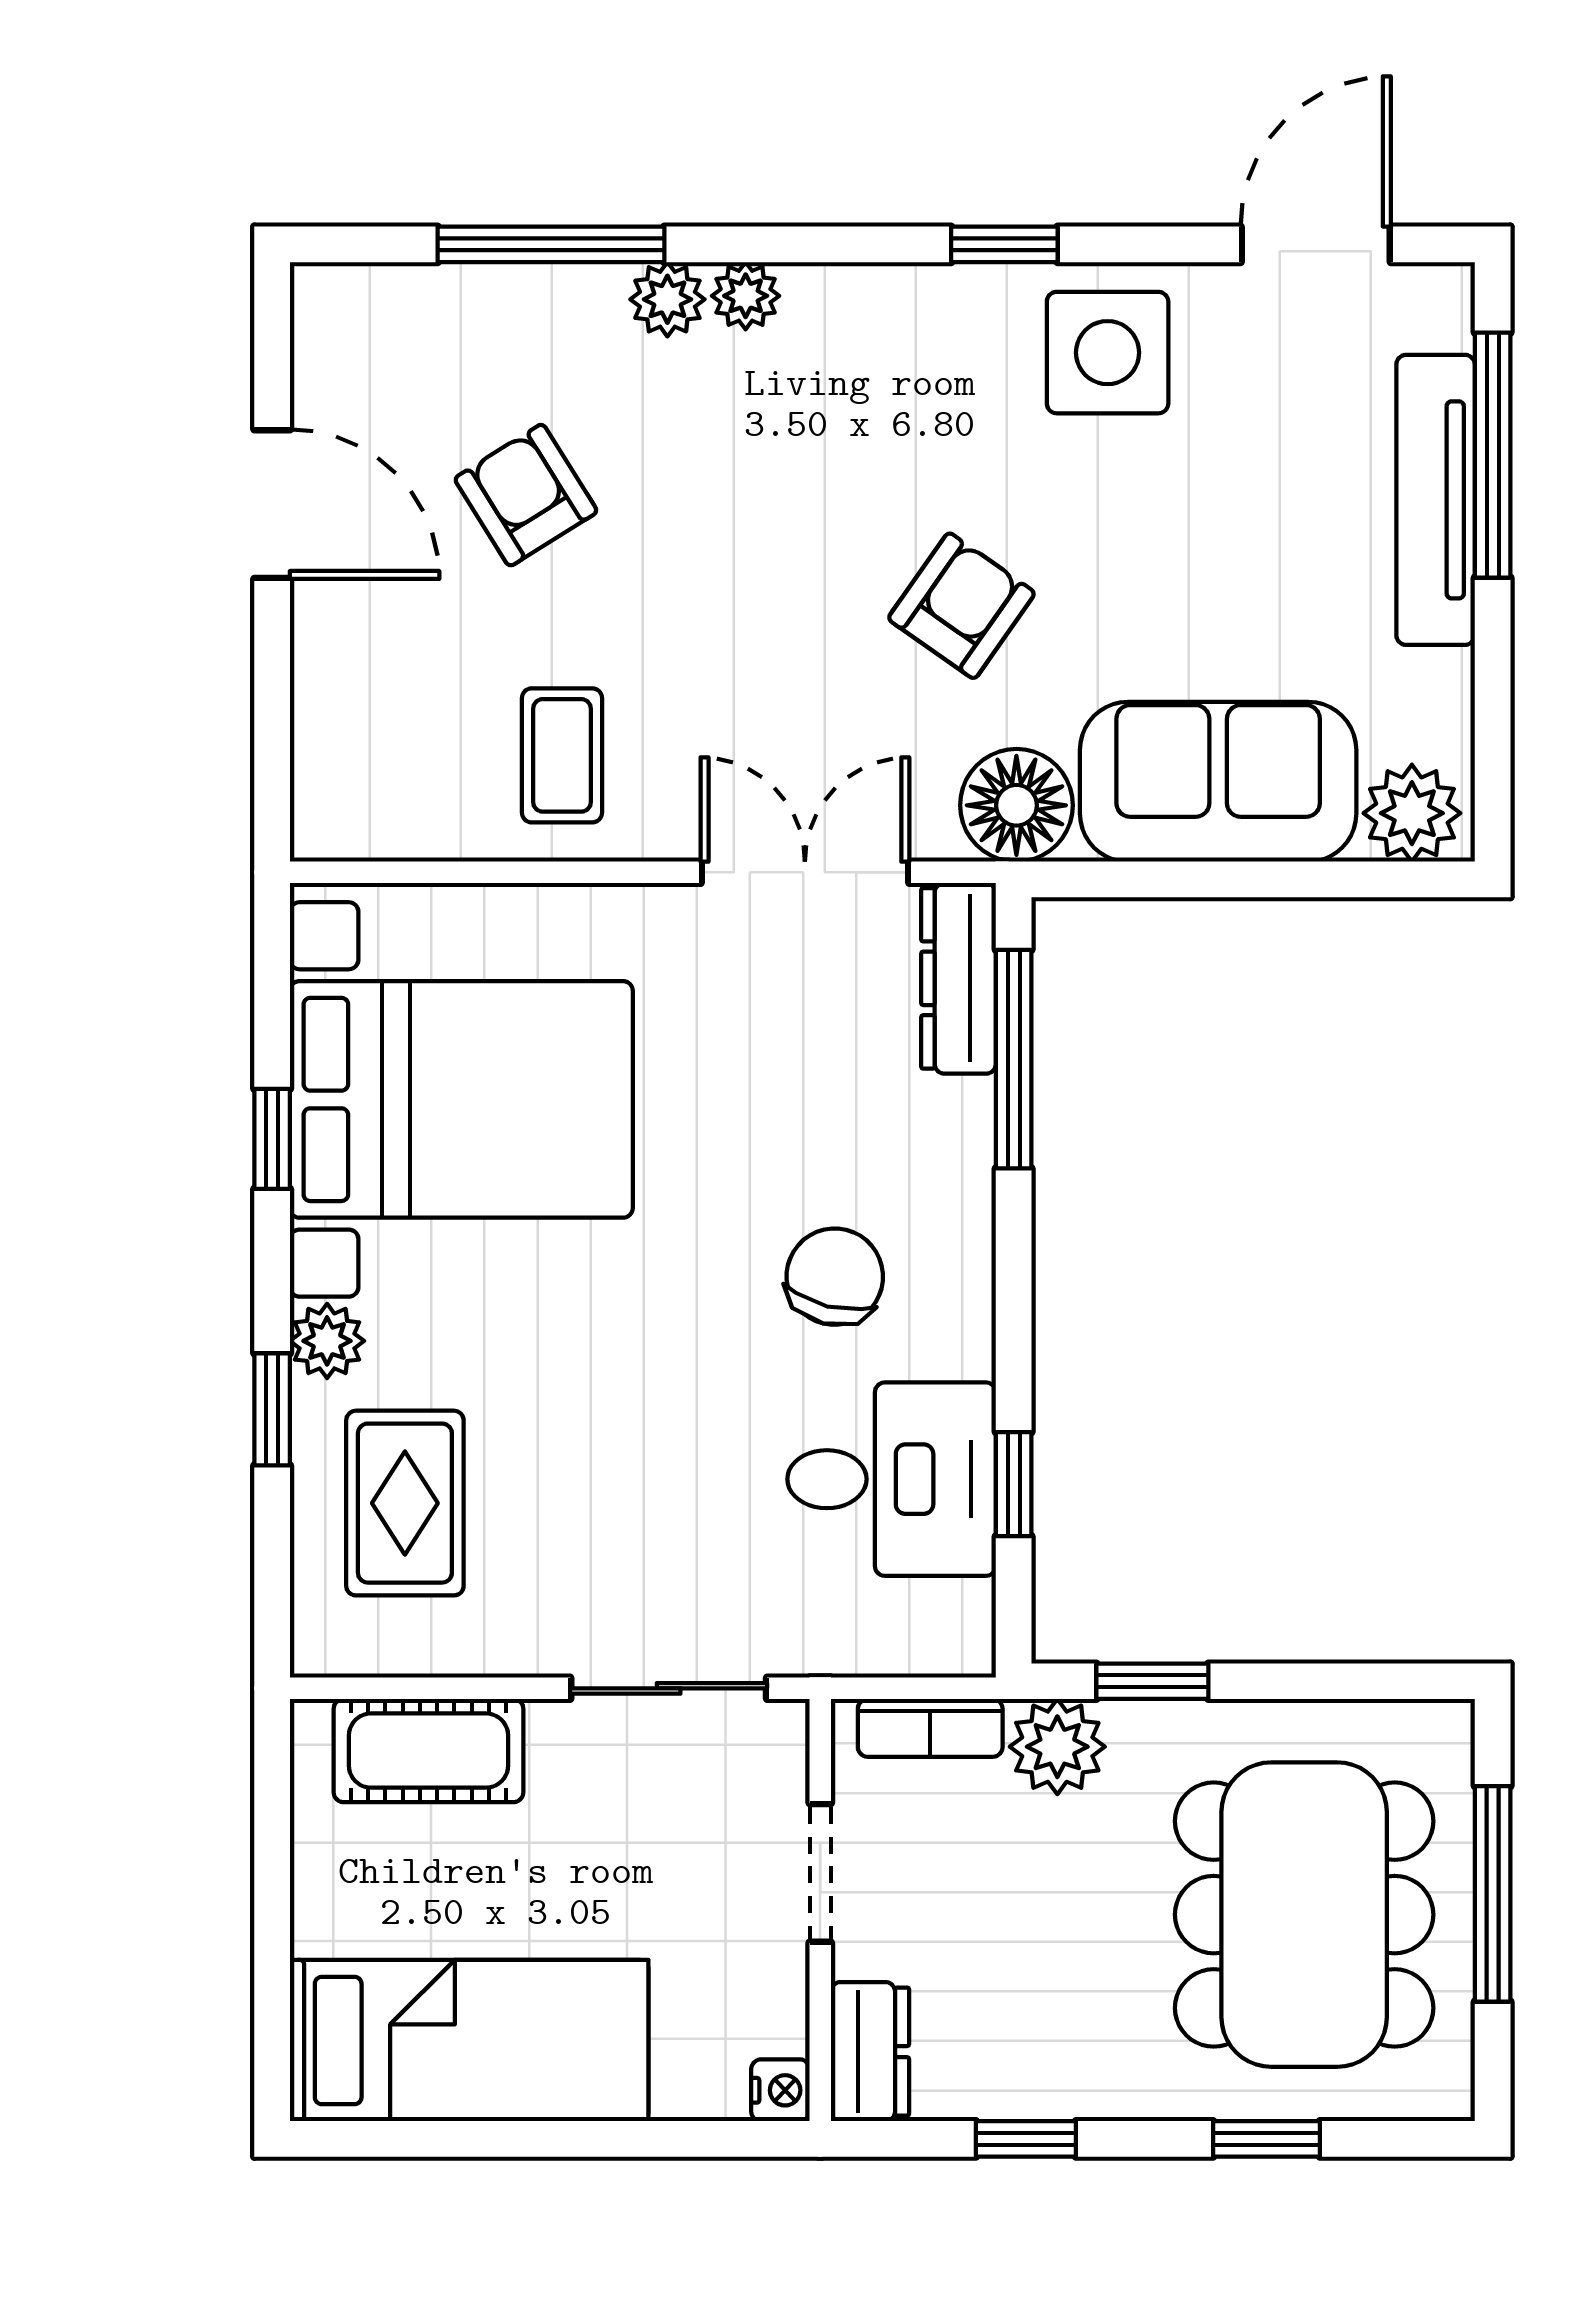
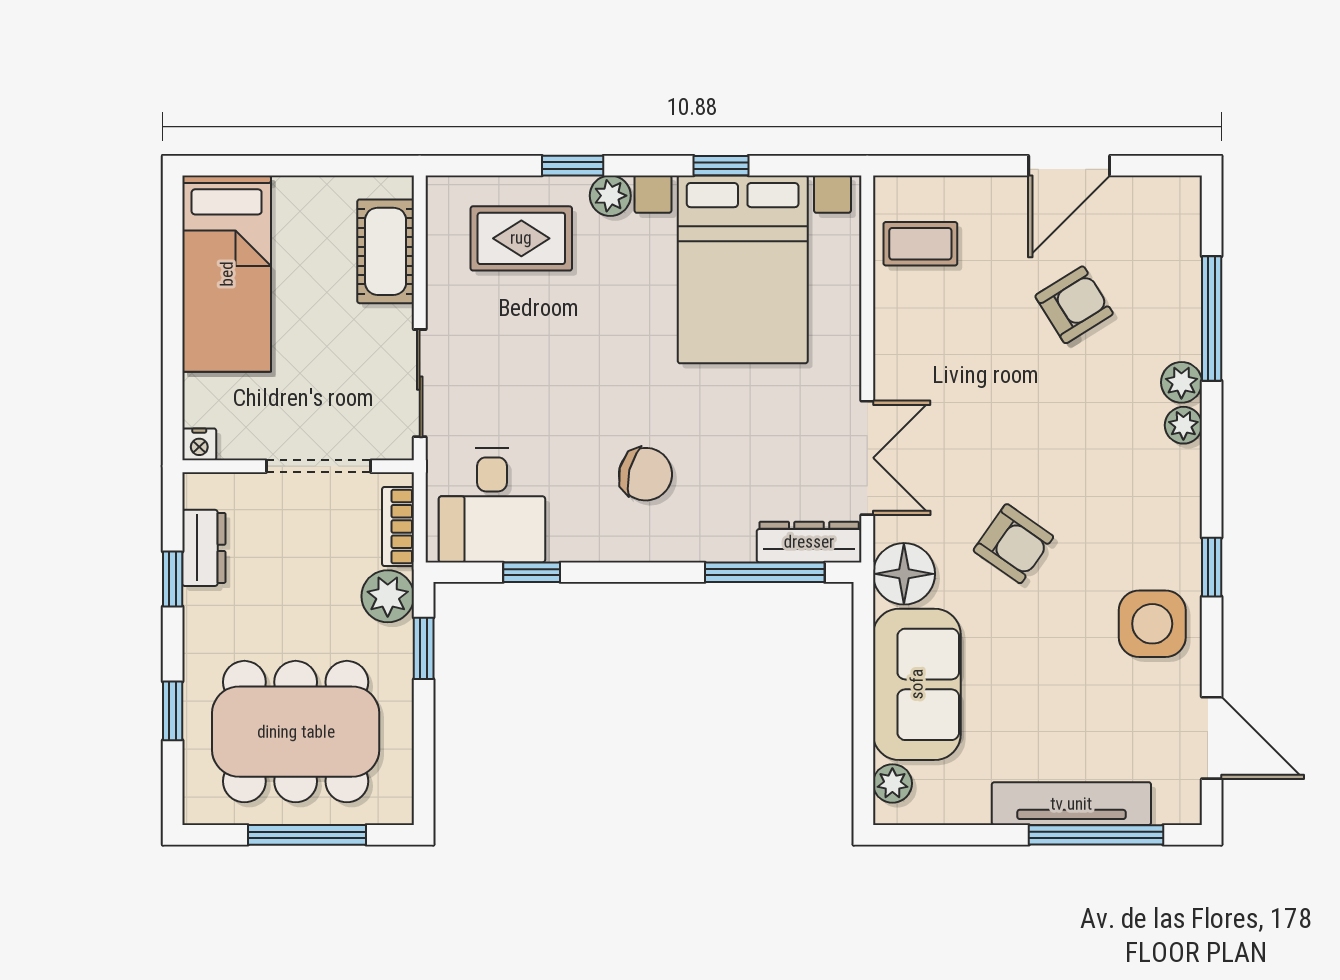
coffee table: (562, 755) -> (920, 244), moved
plant: (1412, 813) -> (892, 783), width x0.73, depth x0.73
desk: (892, 1479) -> (492, 505), moved
doorway: (820, 1873) -> (319, 466), width x1.38
dresser: (870, 2052) -> (204, 548), moved, turned -90

